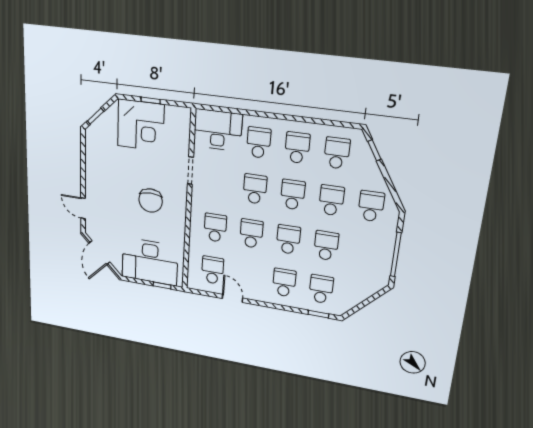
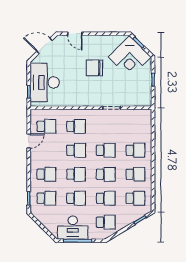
corner desk: (141, 125) -> (130, 57), moved, turned -45
desk: (218, 130) -> (73, 228), moved, turned 90
chair: (151, 201) -> (94, 68), moved
door: (83, 208) -> (75, 34), swing flipped

